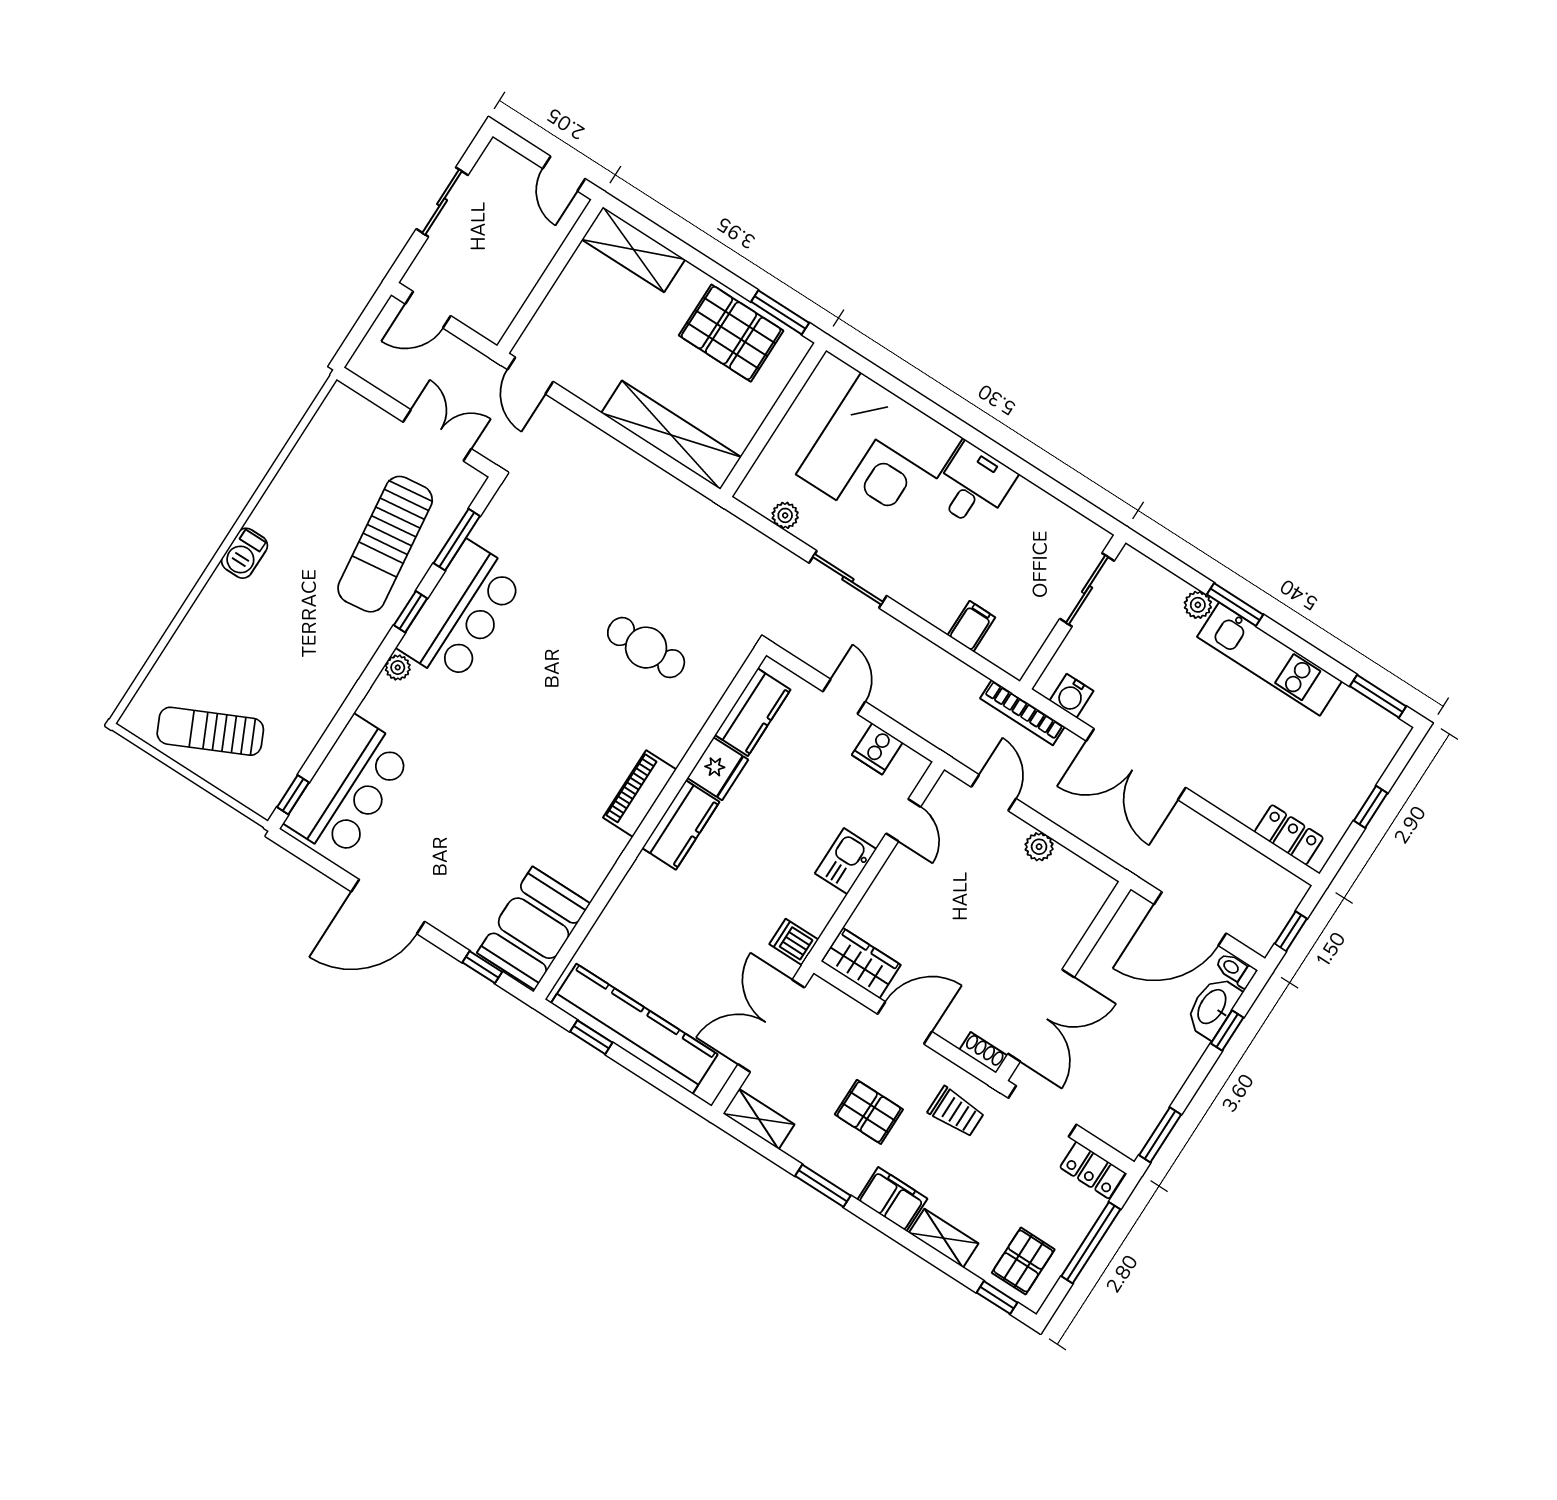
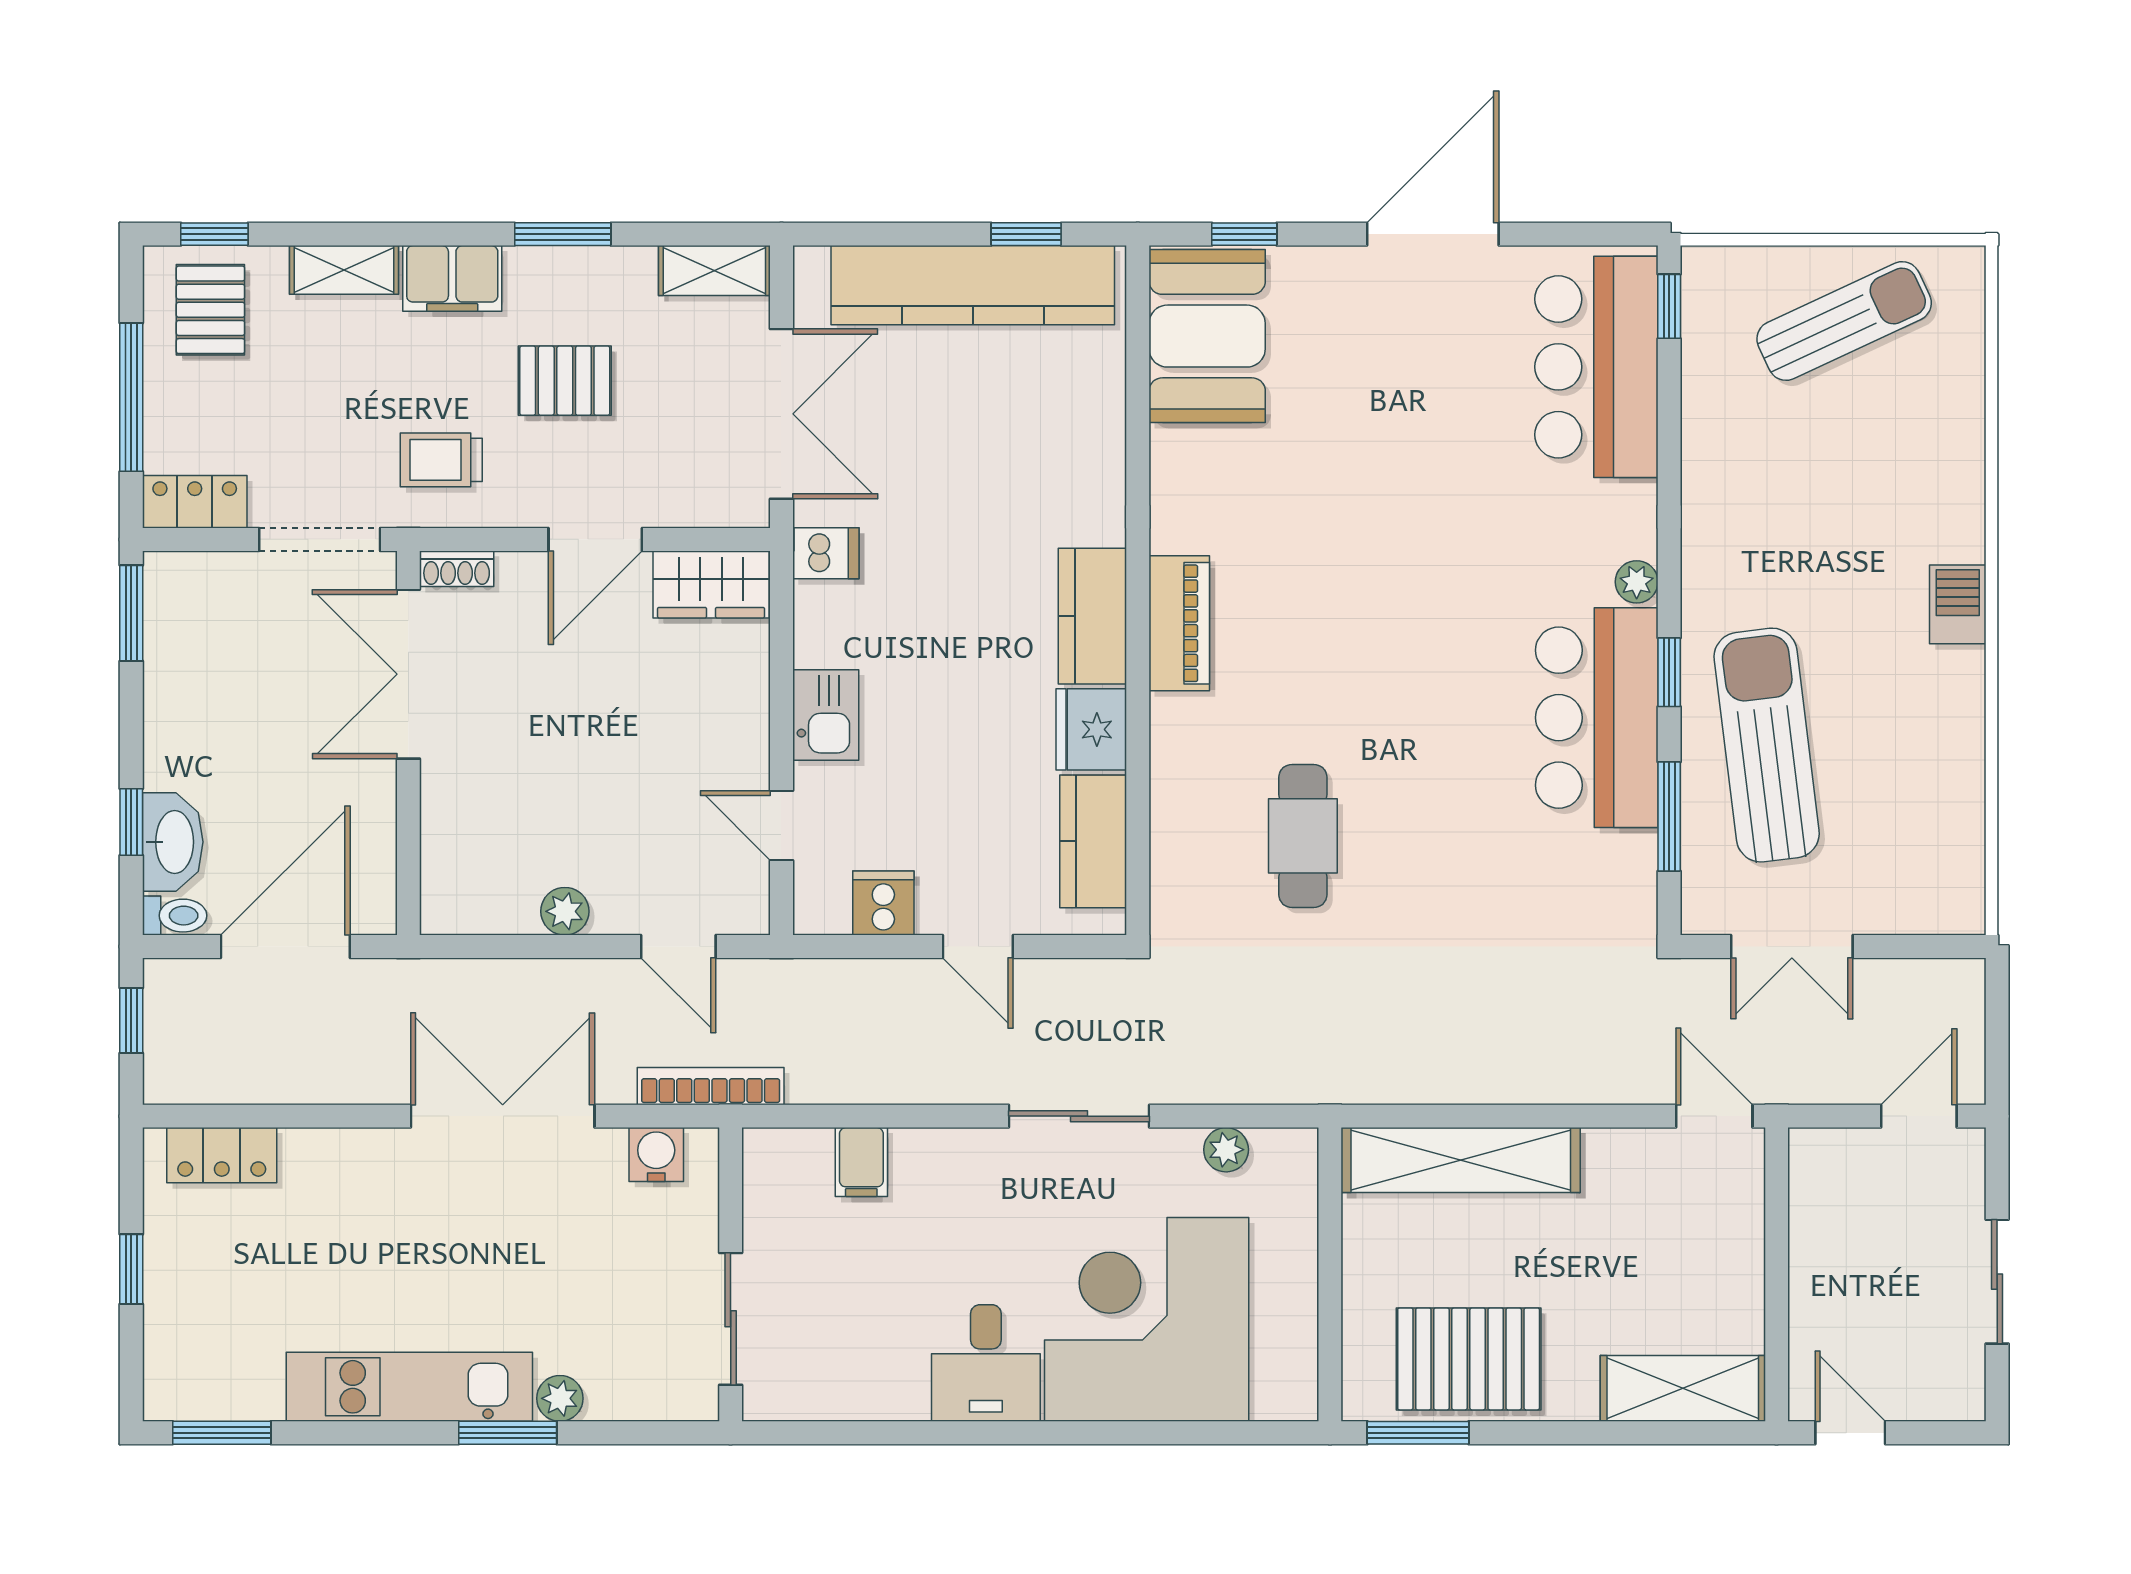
cafe table: (646, 648) -> (1303, 836), turned 90

